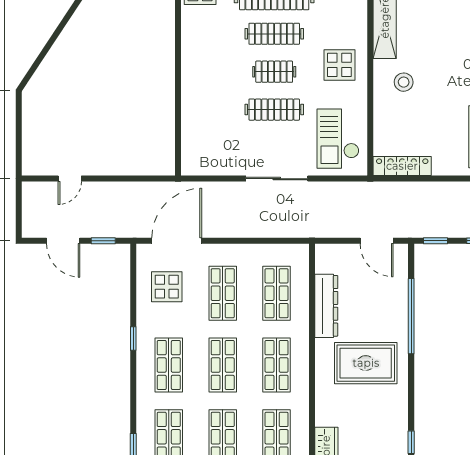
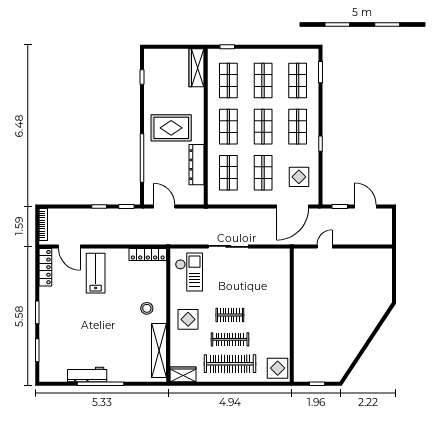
clothes rail: (274, 110) -> (230, 291), removed
door: (70, 179) -> (325, 246), moved

